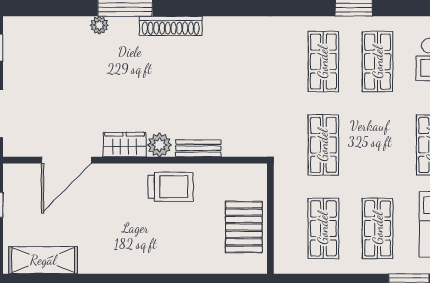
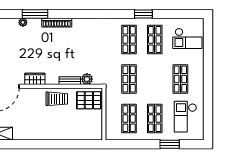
plant: (159, 145) -> (87, 79), moved
pallet: (244, 227) -> (89, 100), moved, turned 90

